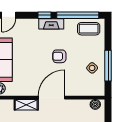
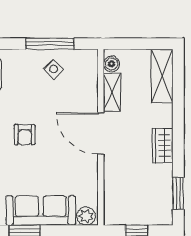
armchair: (59, 56) -> (25, 135), moved
shelving: (26, 105) -> (112, 92), moved

